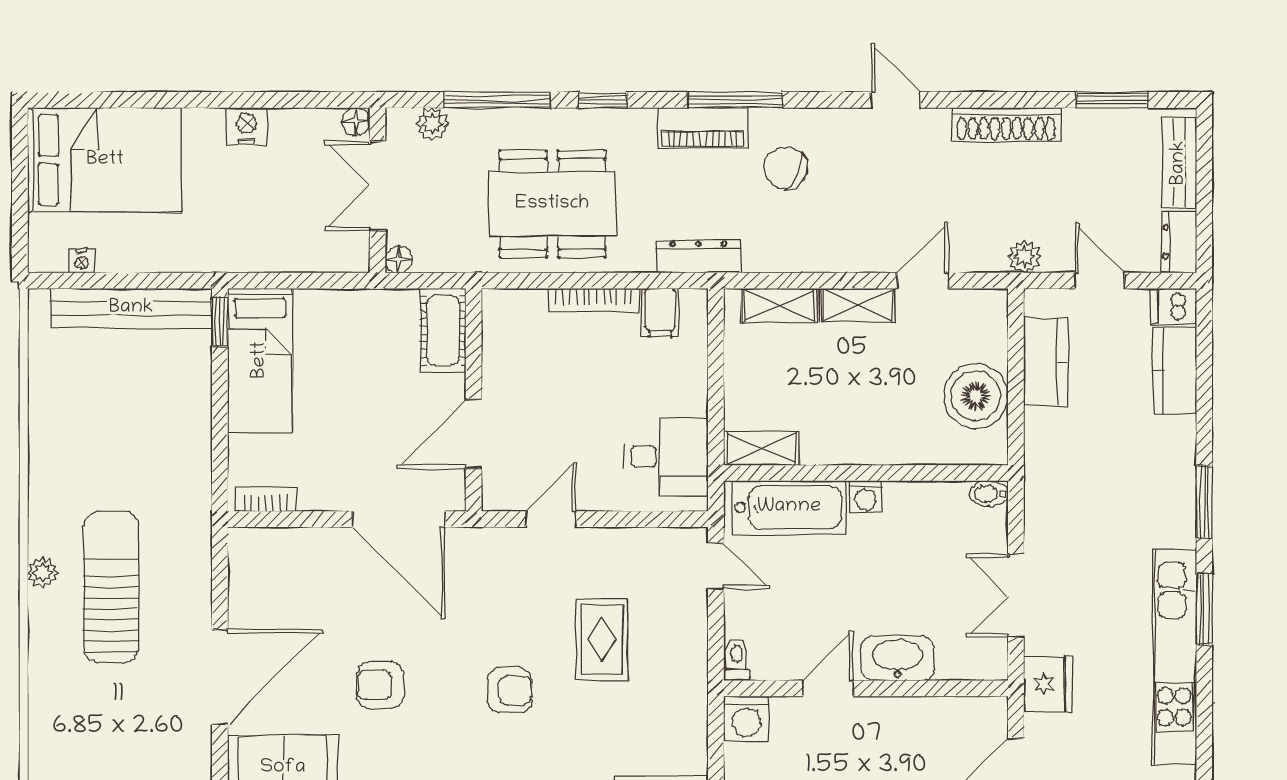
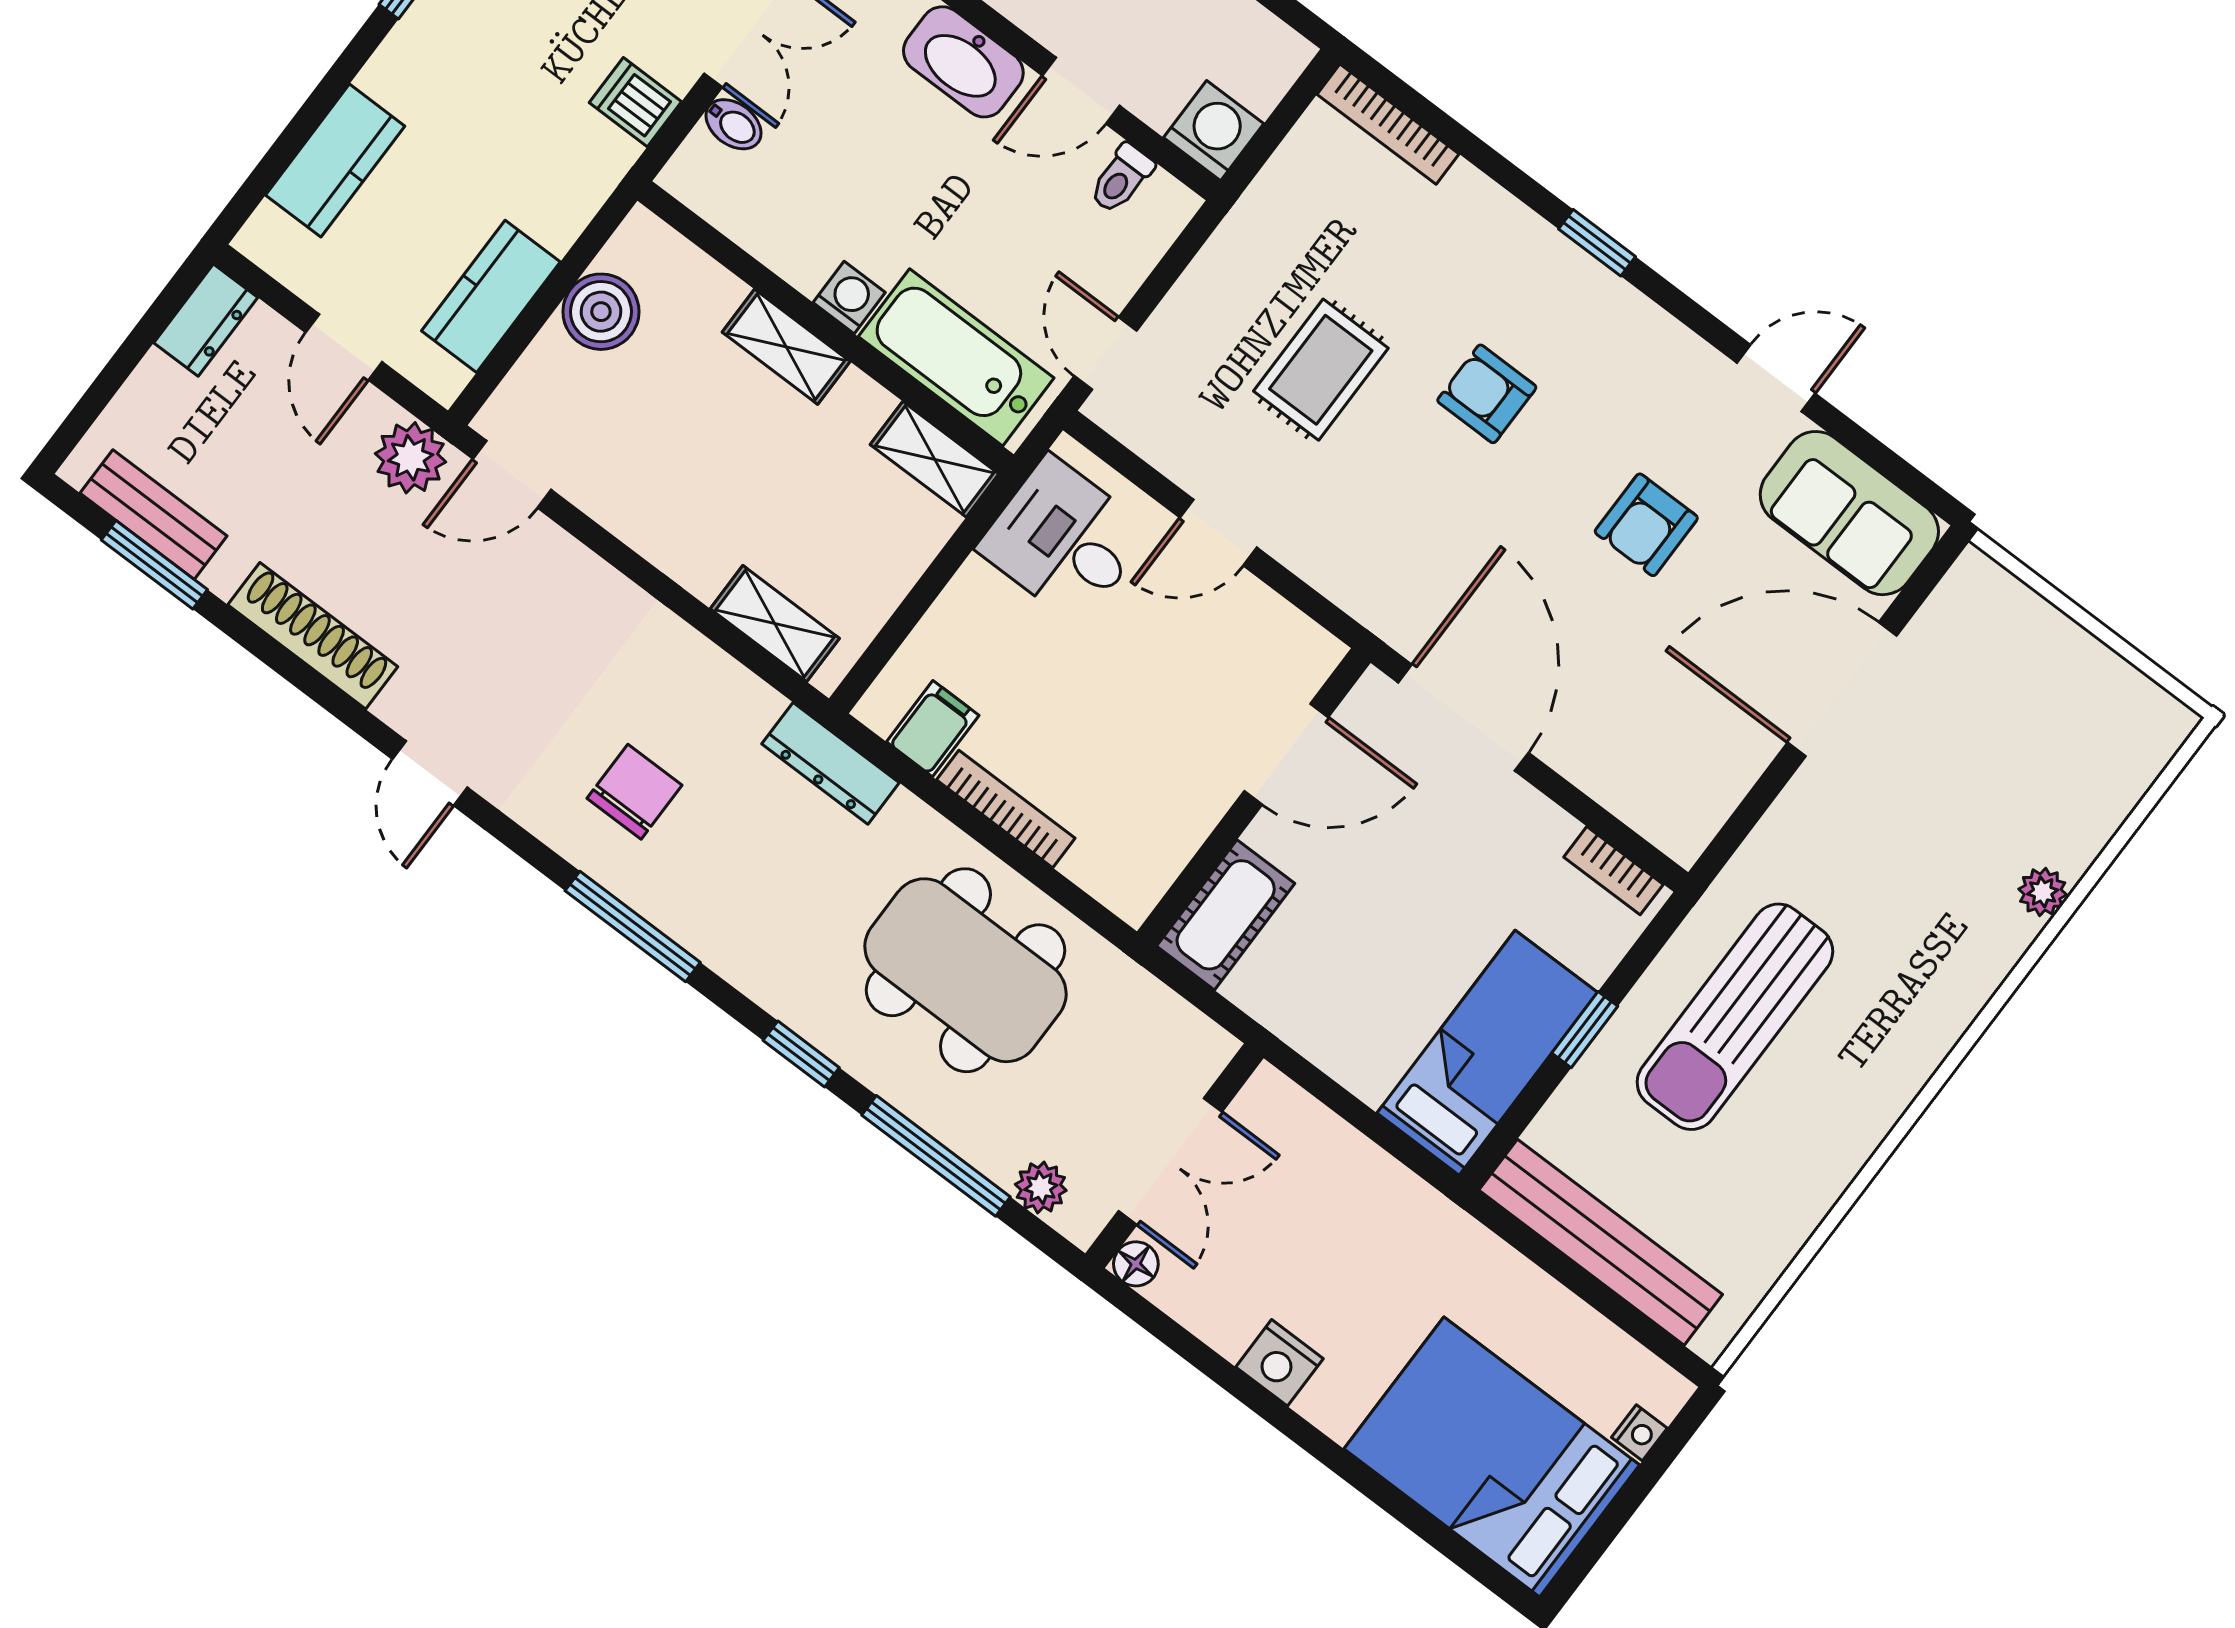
piano: (703, 128) -> (701, 923), removed
bench: (1179, 163) -> (154, 515), moved, turned 90
chair: (786, 168) -> (635, 792), turned -112
plant: (1024, 257) -> (411, 458), width x1.38, depth x1.38
floor lamp: (399, 259) -> (1214, 1048), removed
nightstand: (82, 261) -> (1639, 1433), moved, turned 90
door: (923, 281) -> (512, 474), moved
shelving: (858, 305) -> (786, 347), moved
dishwasher: (1174, 306) -> (635, 102), moved, turned 180
window: (220, 322) -> (1585, 1030), moved
boiler: (976, 396) -> (601, 312), width x0.73, depth x0.73
bidet: (989, 494) -> (734, 124), moved
door: (551, 519) -> (1218, 532), moved
plant: (43, 573) -> (2043, 892), moved
sun lounger: (111, 587) -> (1735, 1017), moved
toilet: (737, 660) -> (1121, 179), moved
armchair: (380, 685) -> (1646, 525), turned 90

